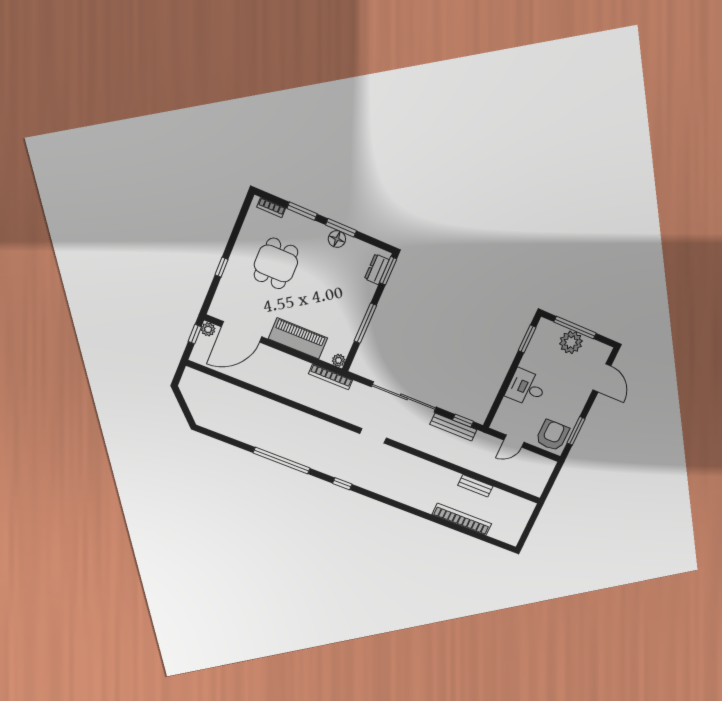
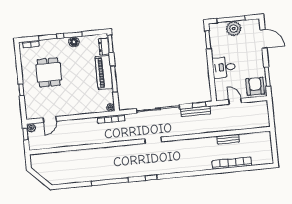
door: (242, 332) -> (50, 119), width x0.53
piano: (298, 338) -> (104, 72), moved, turned -90
door: (514, 441) -> (235, 101), swing flipped

